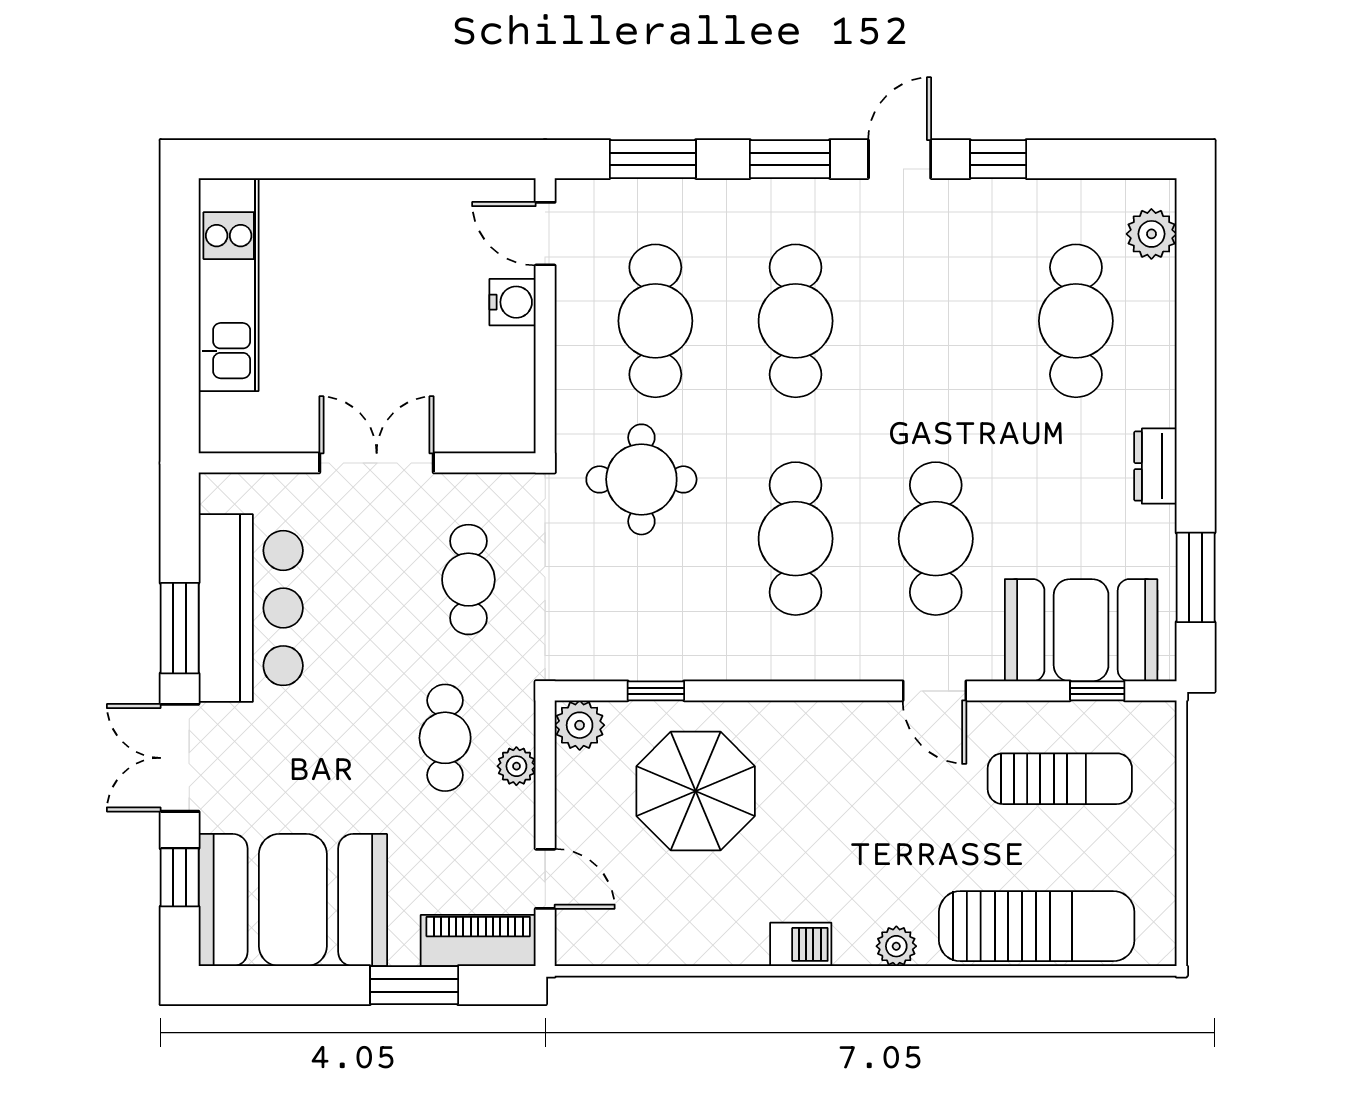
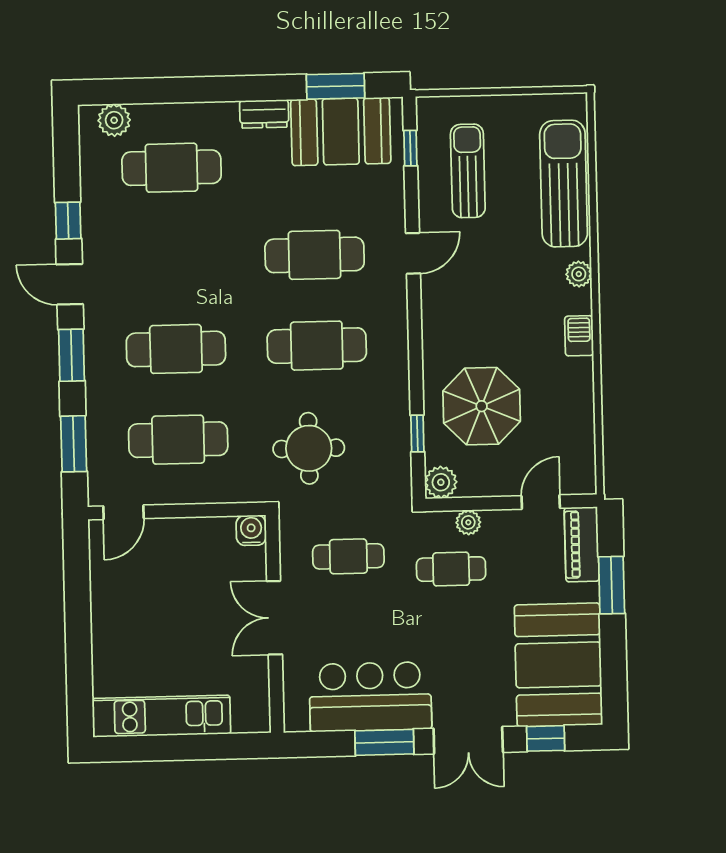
water cooler: (512, 302) -> (251, 530), moved
round table: (641, 479) -> (309, 448), moved
booth: (1081, 630) -> (341, 131), moved, turned 90

